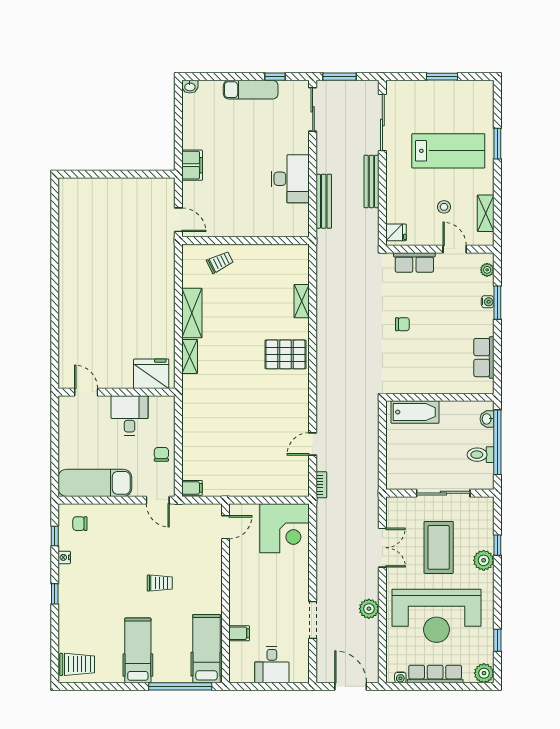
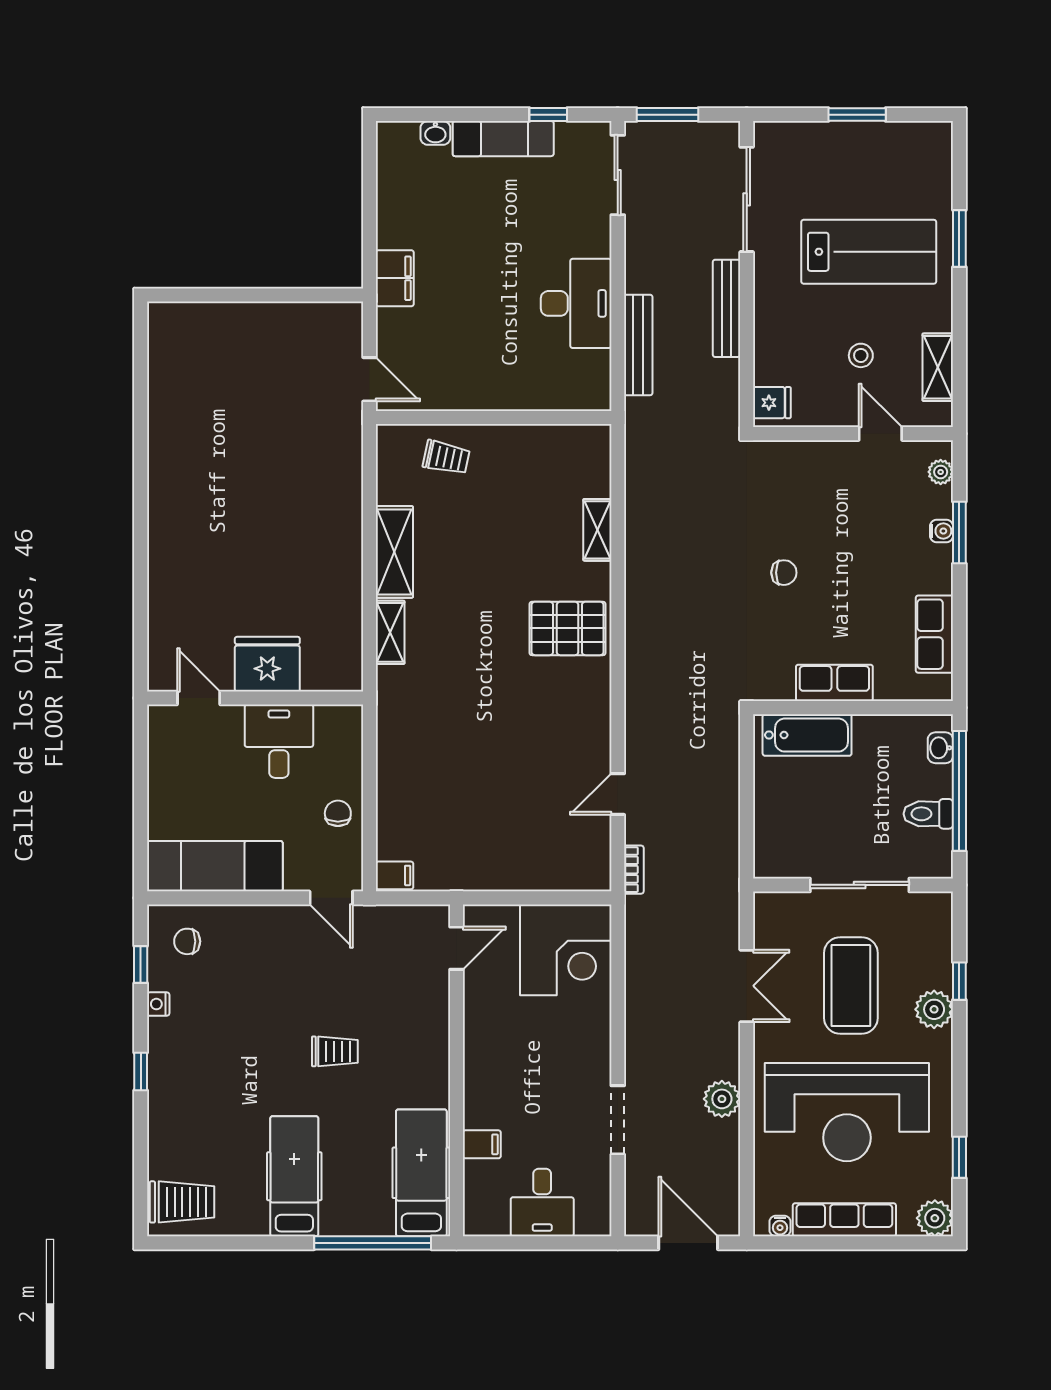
washbasin: (190, 87) -> (435, 133), moved
trolley: (220, 262) -> (446, 458), turned 38
row of seats: (414, 263) -> (834, 683), moved, turned 180
fridge: (151, 374) -> (267, 664), moved

